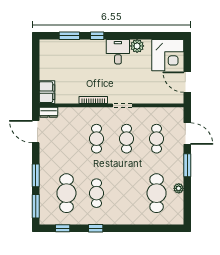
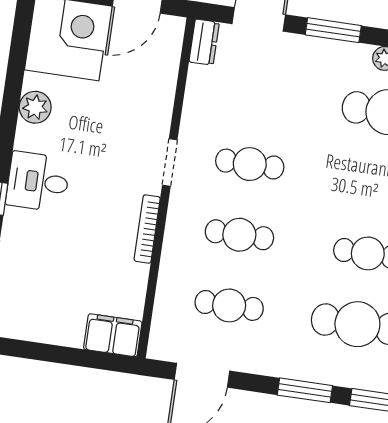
desk: (118, 52) -> (38, 182), moved
dresser: (49, 112) -> (204, 42), moved
cafe table: (157, 139) -> (229, 305), moved

